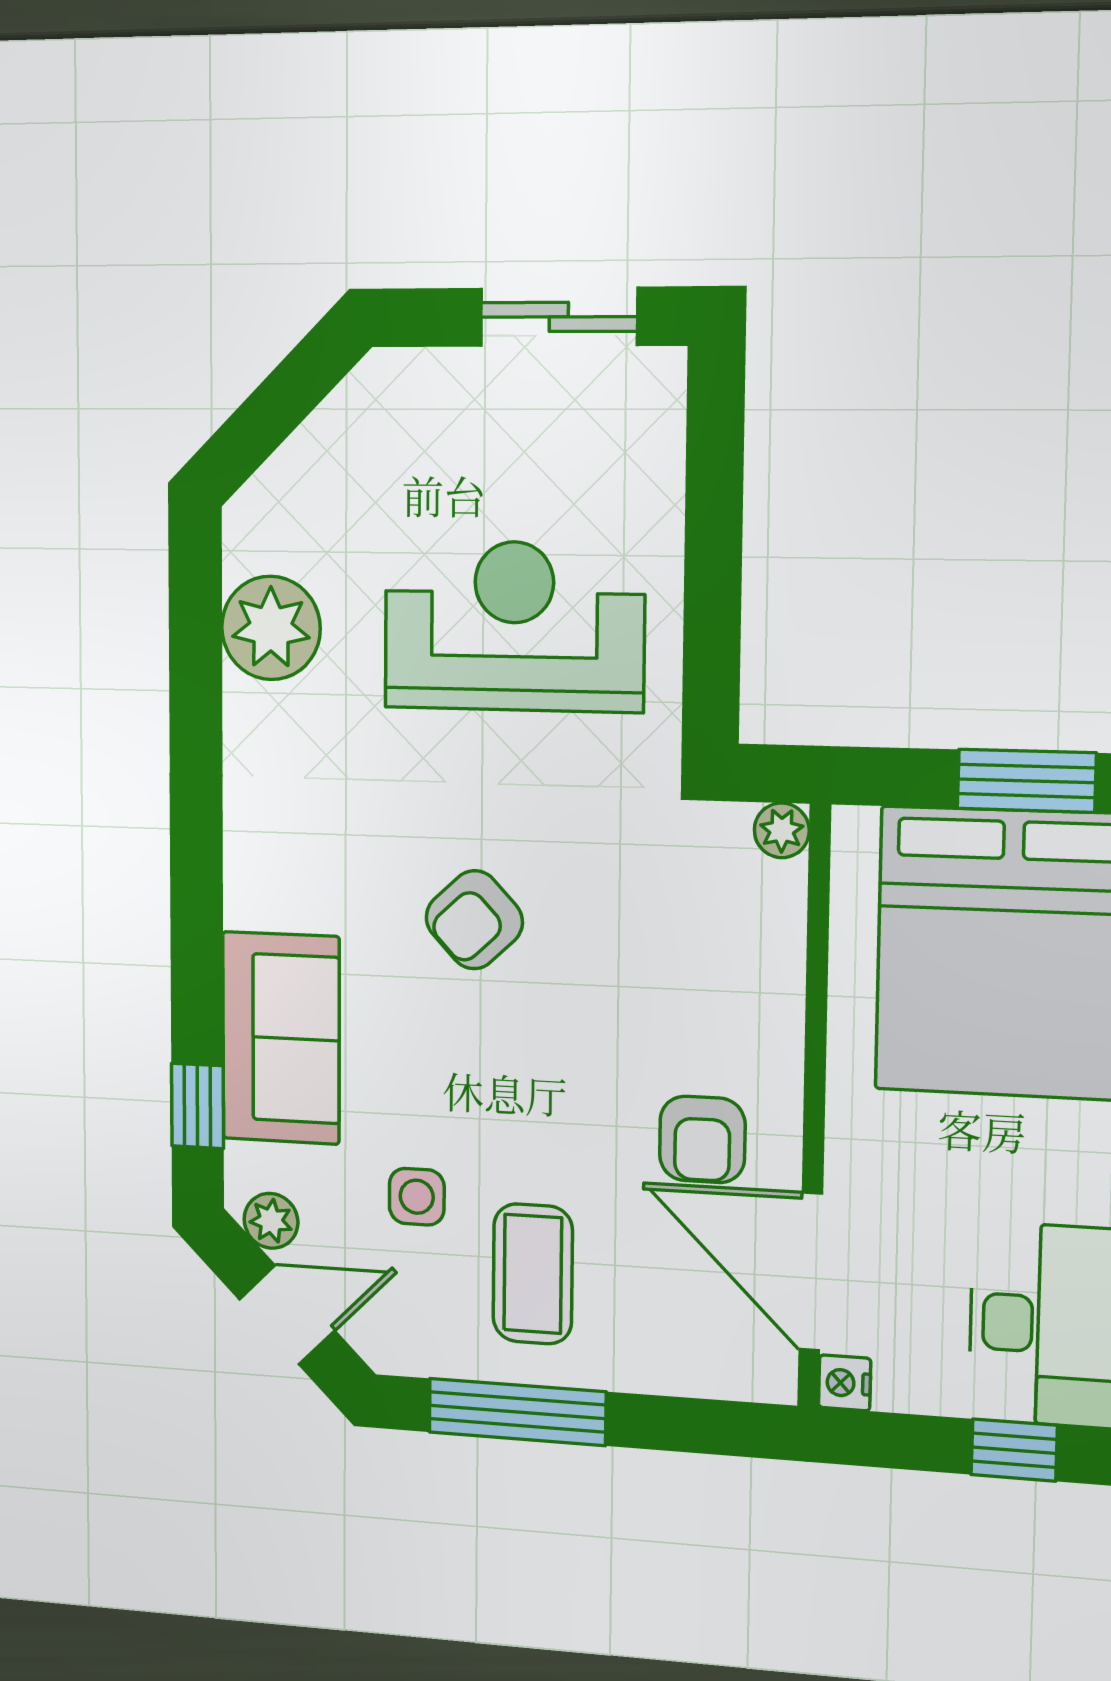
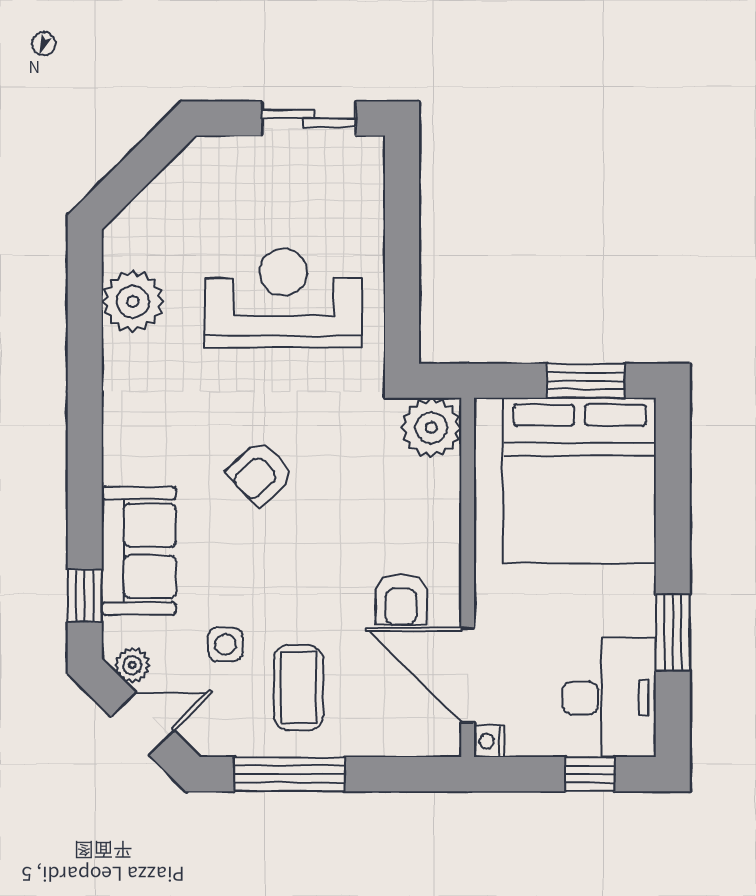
plant: (782, 830) -> (431, 428), width x1.87, depth x1.87

